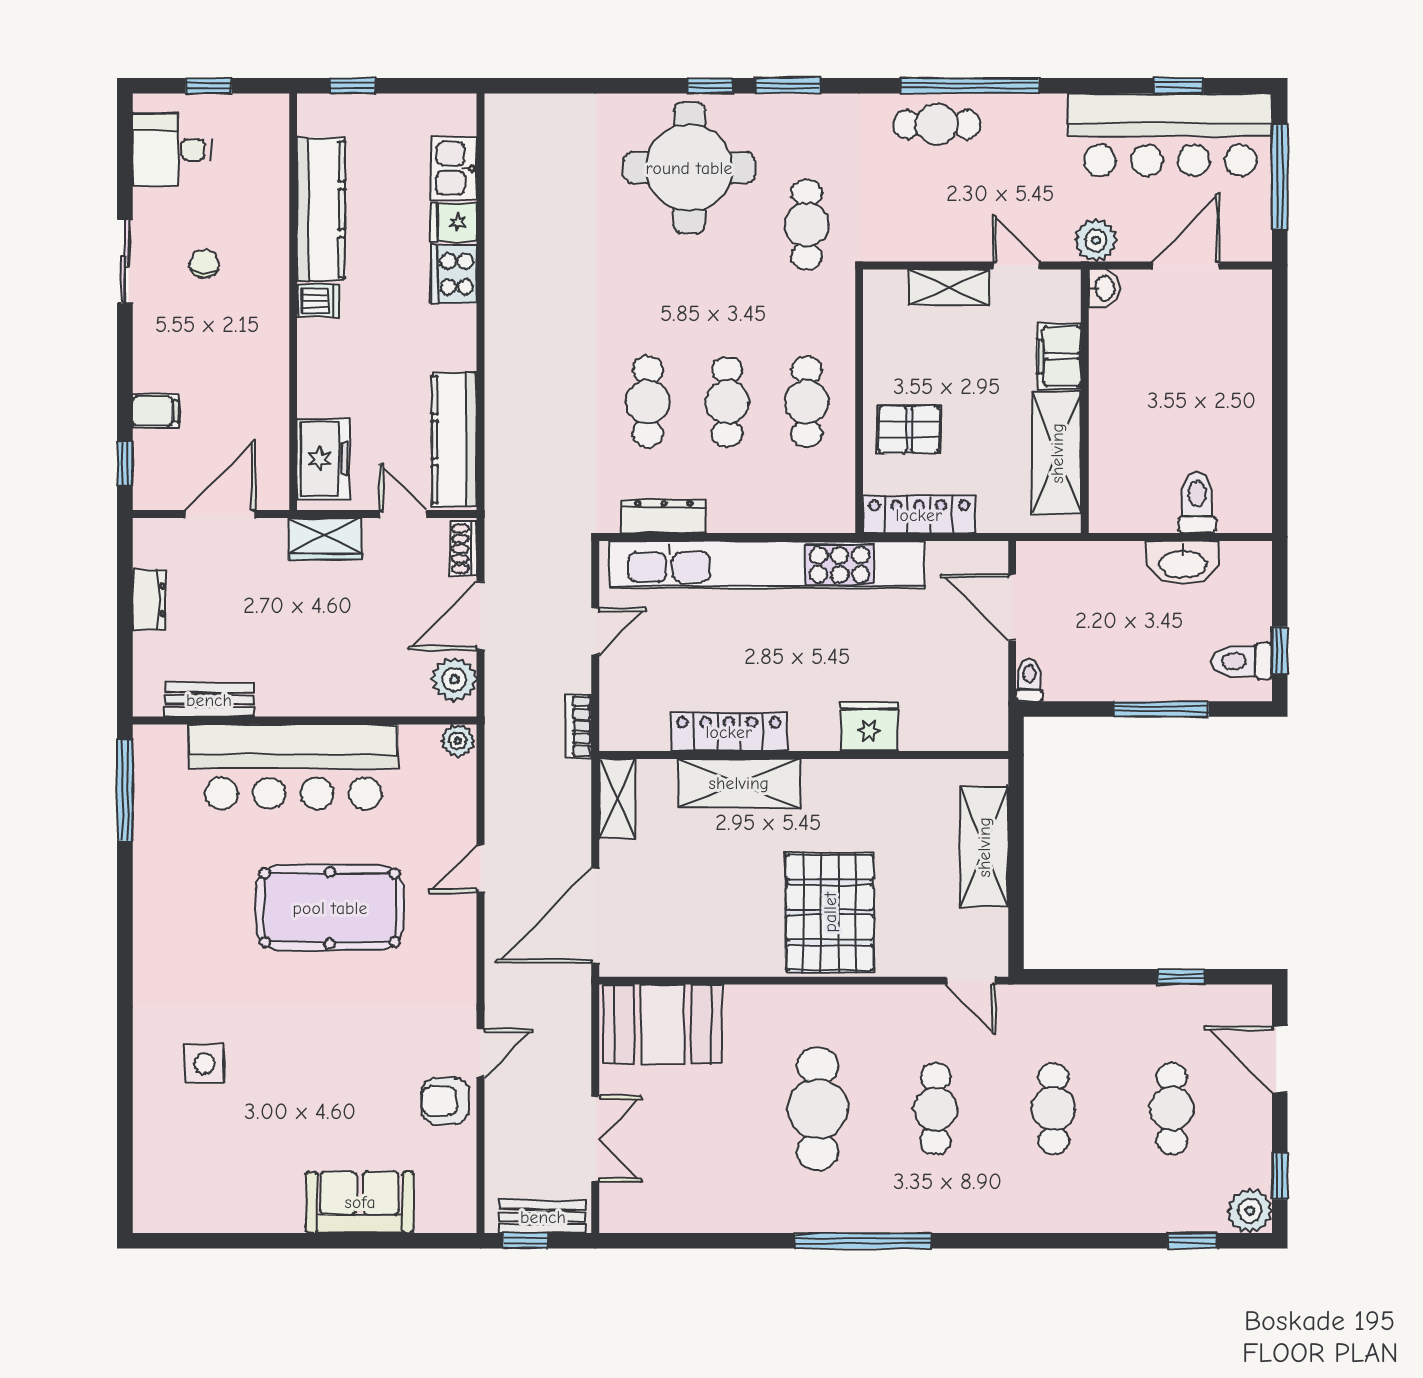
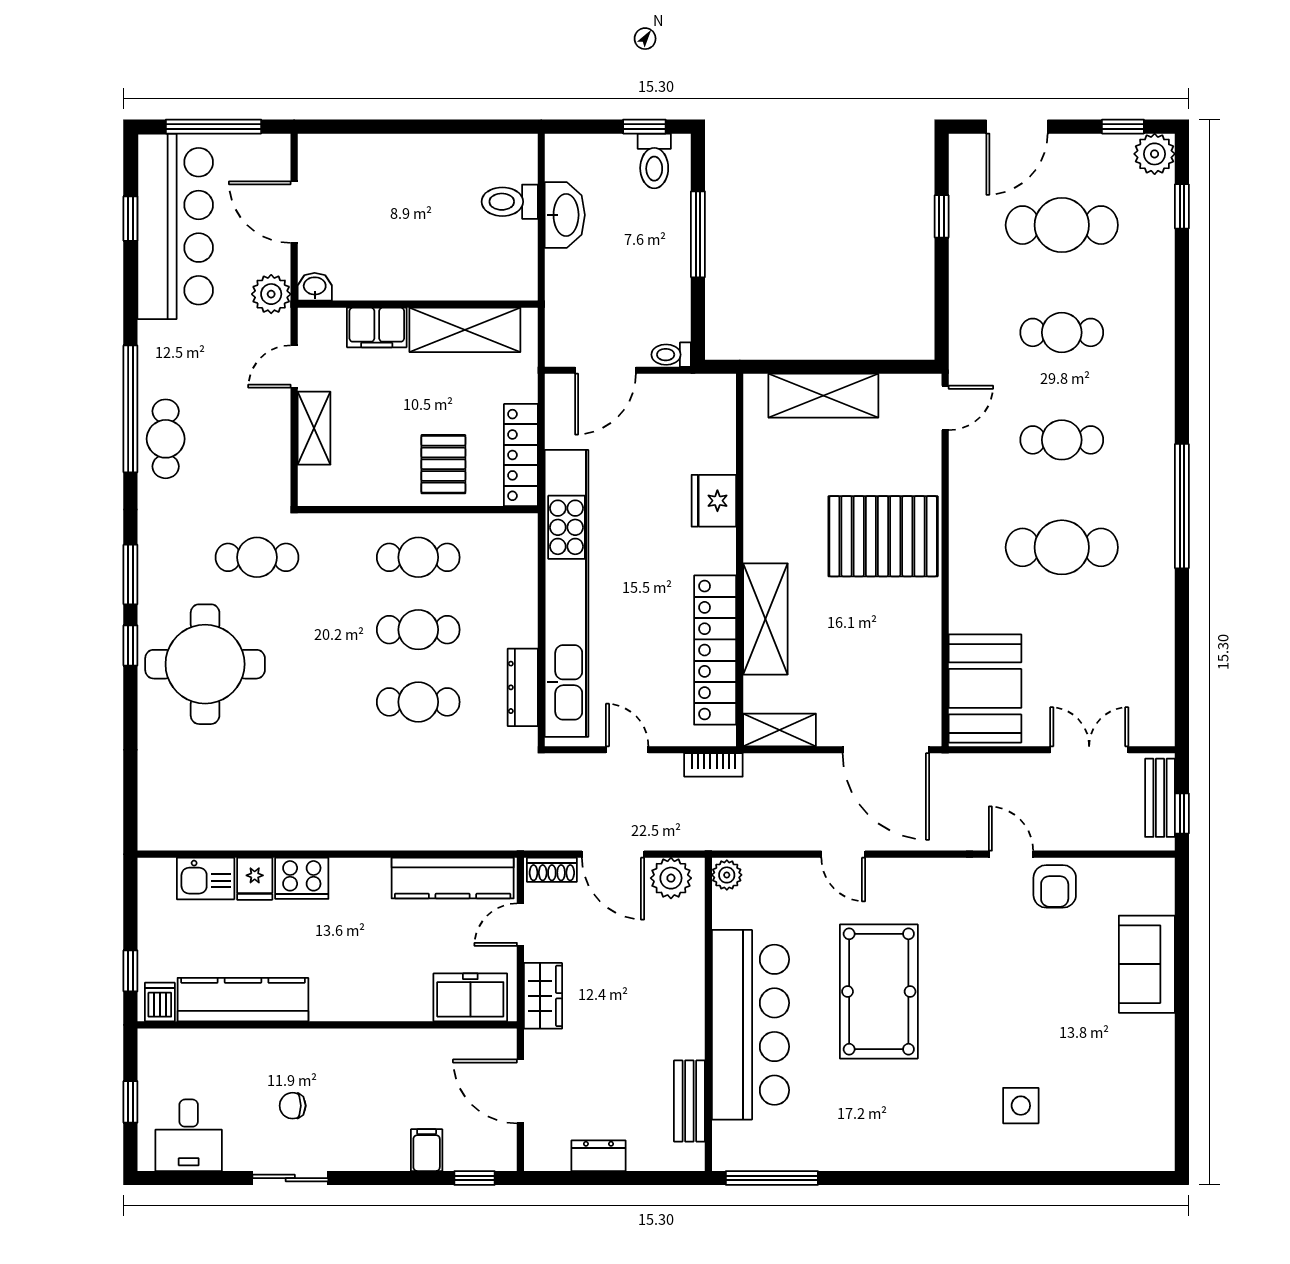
dishwasher: (318, 301) -> (160, 1002), moved
locker: (729, 732) -> (715, 650), width x1.41, depth x1.21
cafe table: (1172, 1109) -> (1062, 225), width x1.37, depth x1.35

